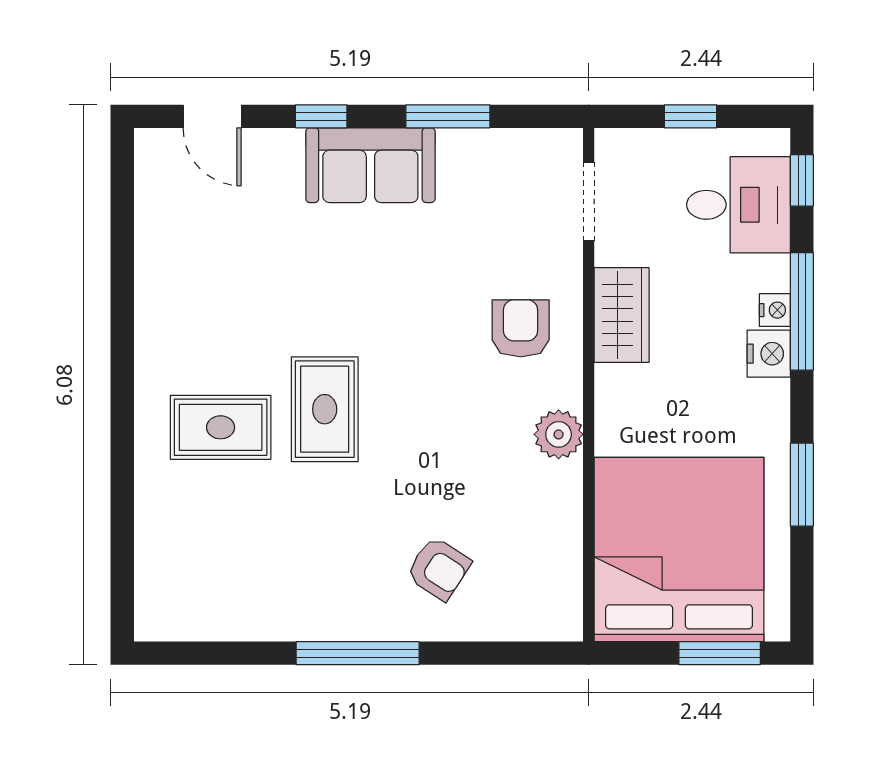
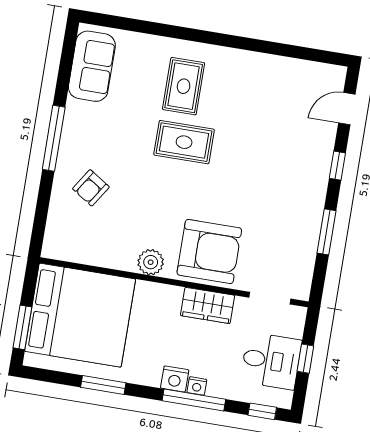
sofa: (370, 165) -> (92, 66), moved, turned 180
desk: (738, 205) -> (271, 361), moved, turned -90
armchair: (521, 328) -> (209, 251), width x1.88, depth x1.88

